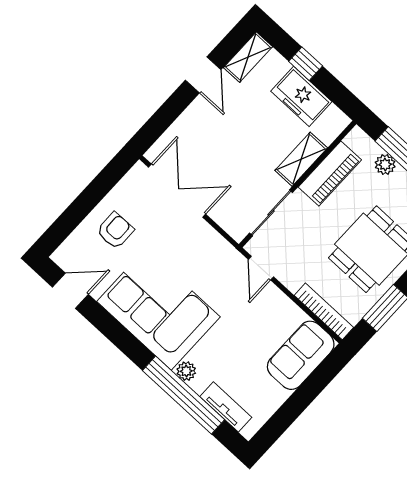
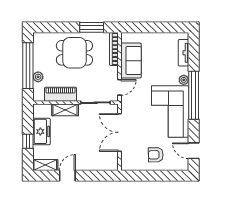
double door: (177, 191) -> (119, 132), moved
sofa: (301, 355) -> (131, 61), moved, turned -90
window: (183, 395) -> (194, 95), moved

